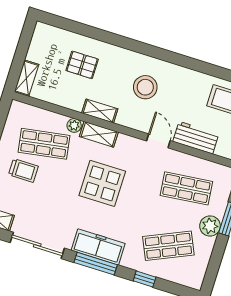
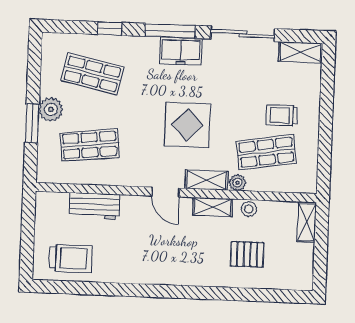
stool: (145, 87) -> (249, 209), moved, width x0.53, depth x0.53
door: (158, 141) -> (166, 192), moved
shop shelf: (168, 246) -> (92, 74), turned 36
freezer: (98, 247) -> (181, 51), width x0.71

